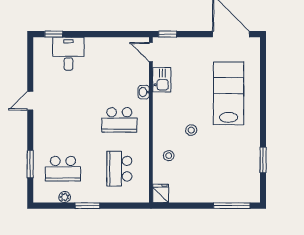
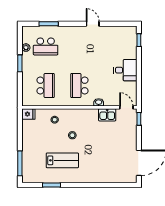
door: (151, 52) -> (126, 107), hinge flipped
desk: (68, 54) -> (125, 70), moved
lab bench: (229, 93) -> (62, 160), moved, width x0.73, depth x0.72
school desk: (63, 169) -> (46, 46), turned -90
school desk: (119, 169) -> (46, 86), turned 90

